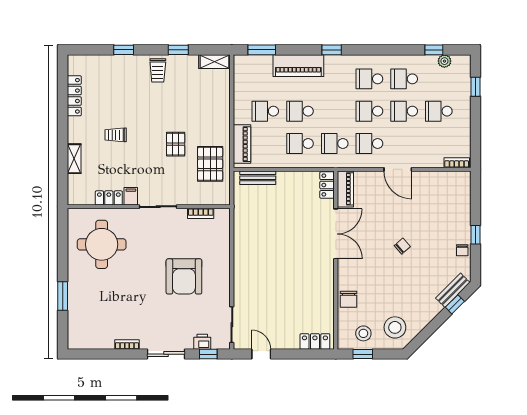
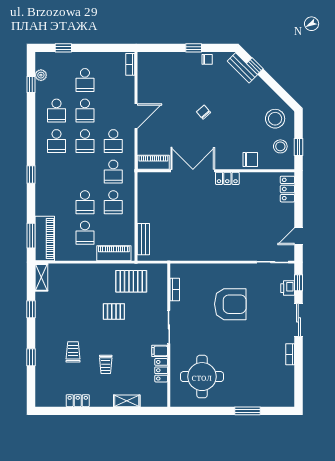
piano: (298, 66) -> (45, 238), moved
trolley: (158, 70) -> (73, 352), moved, turned -90
locker: (74, 96) -> (78, 401), width x0.66
locker: (327, 185) -> (227, 178), moved

